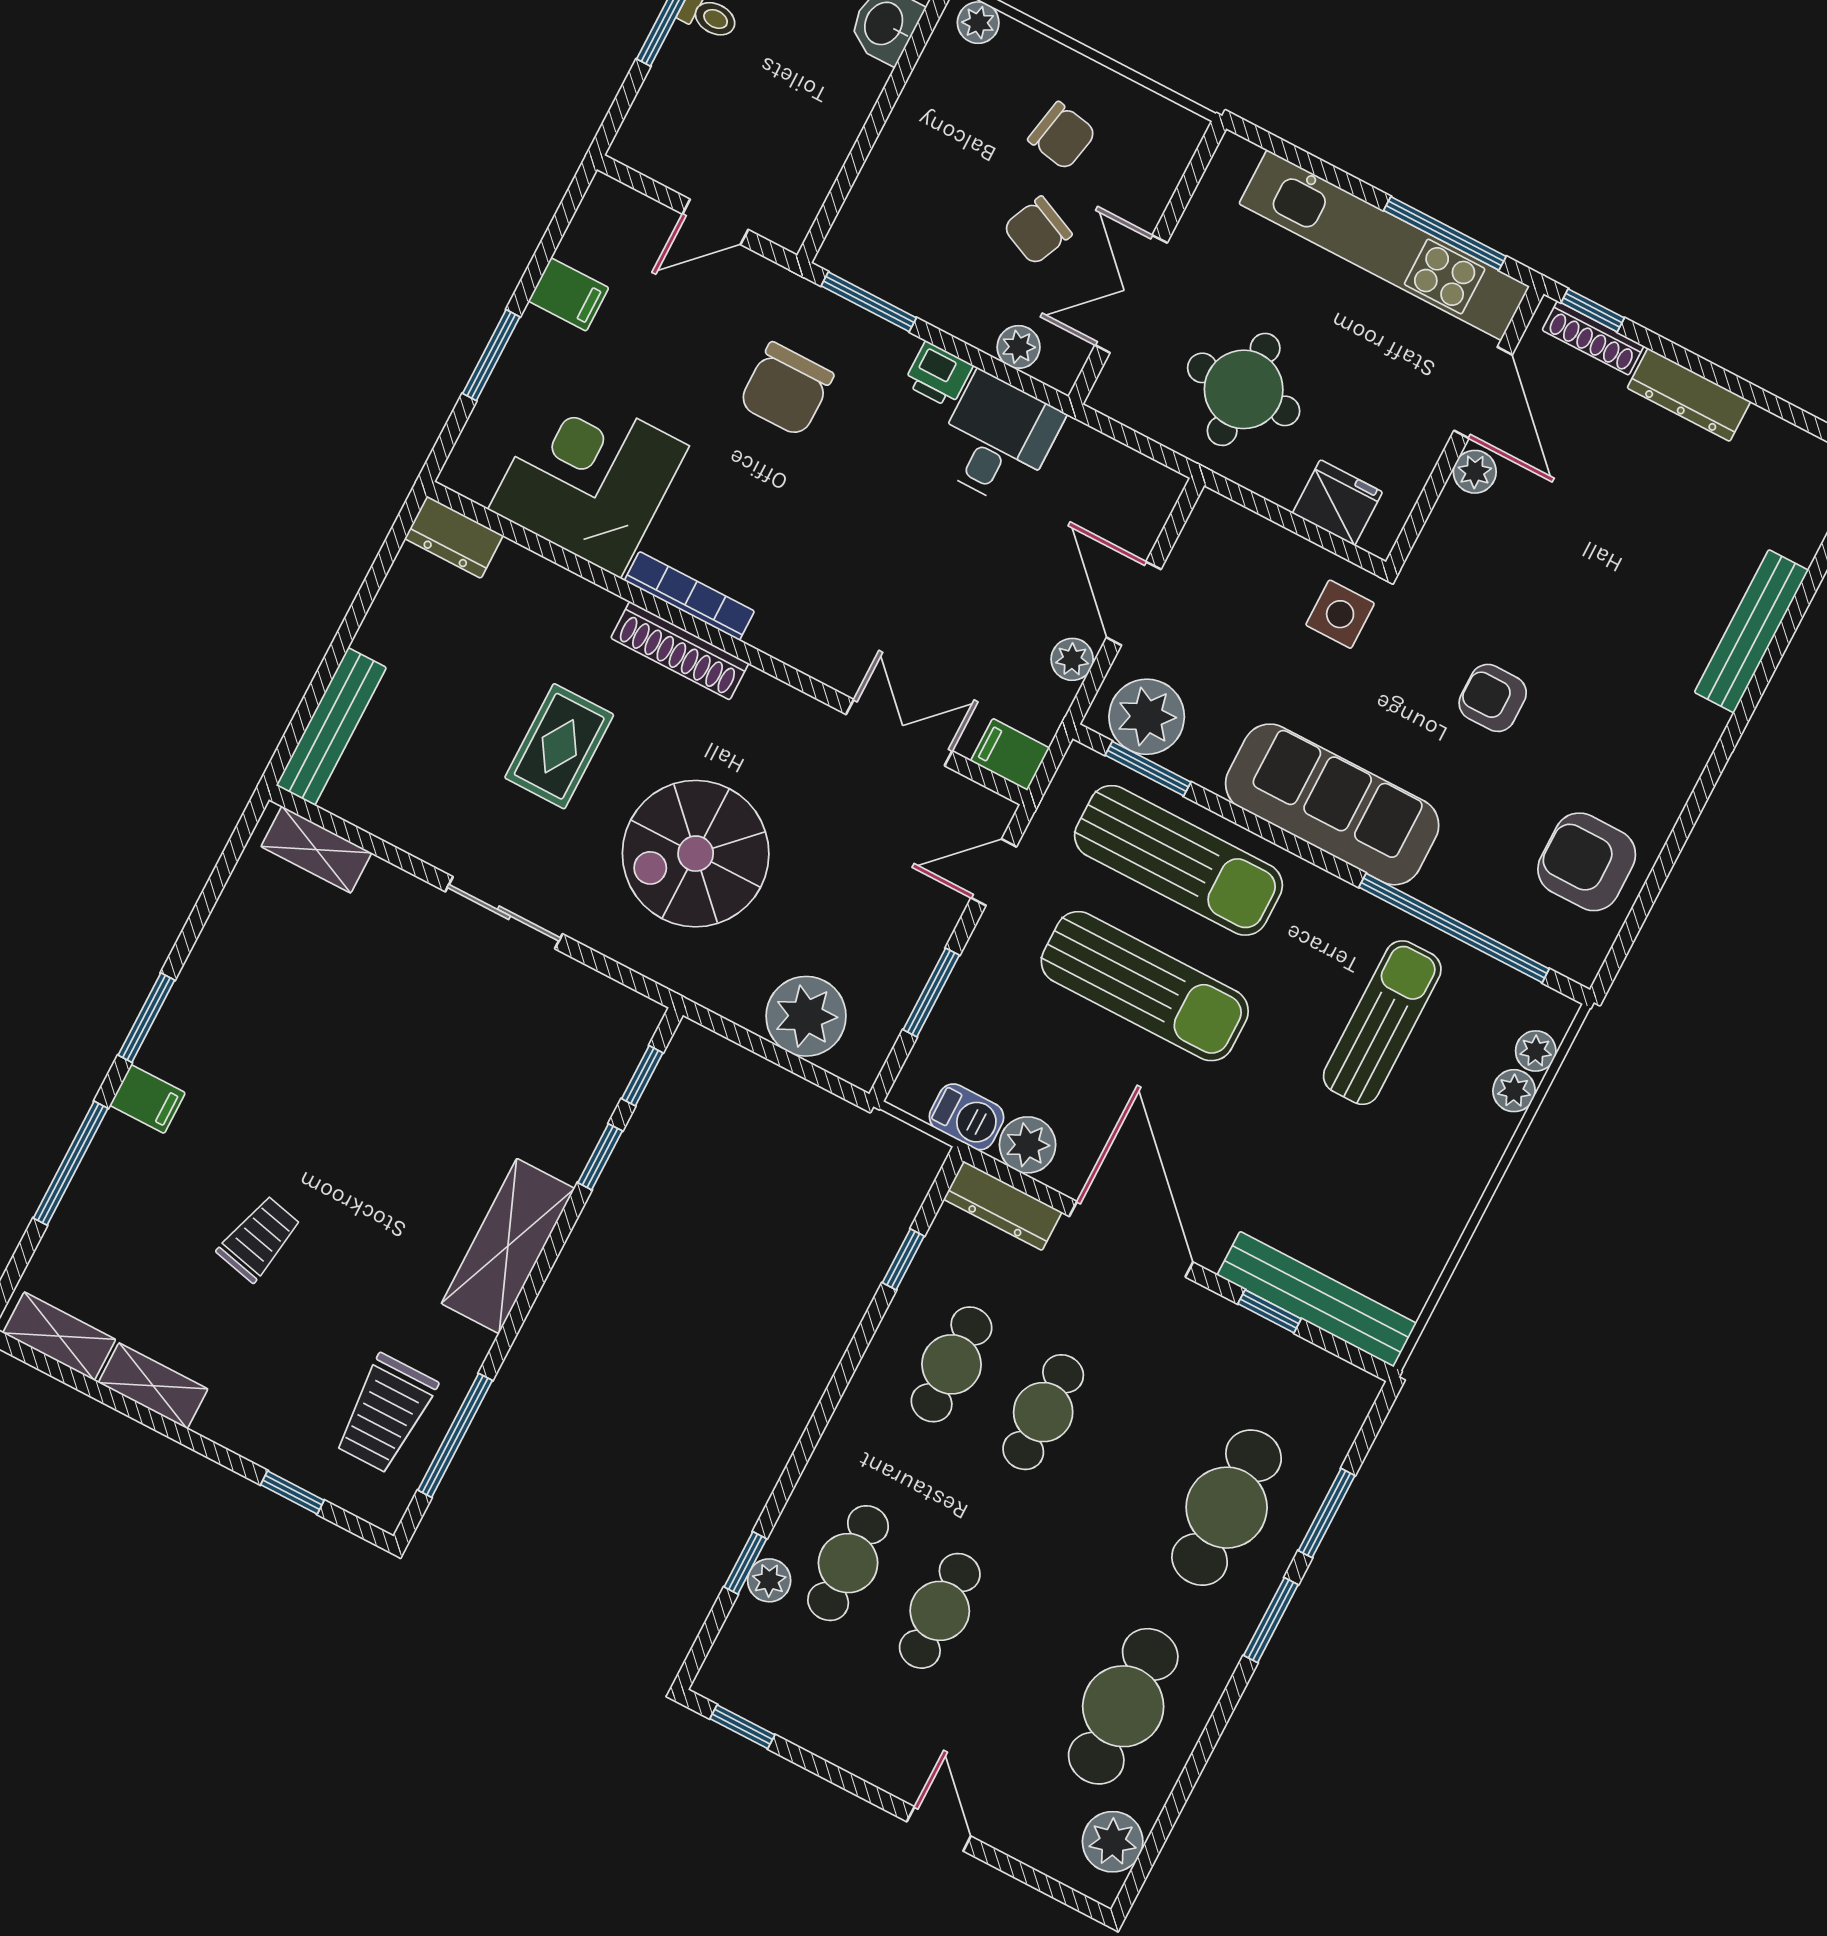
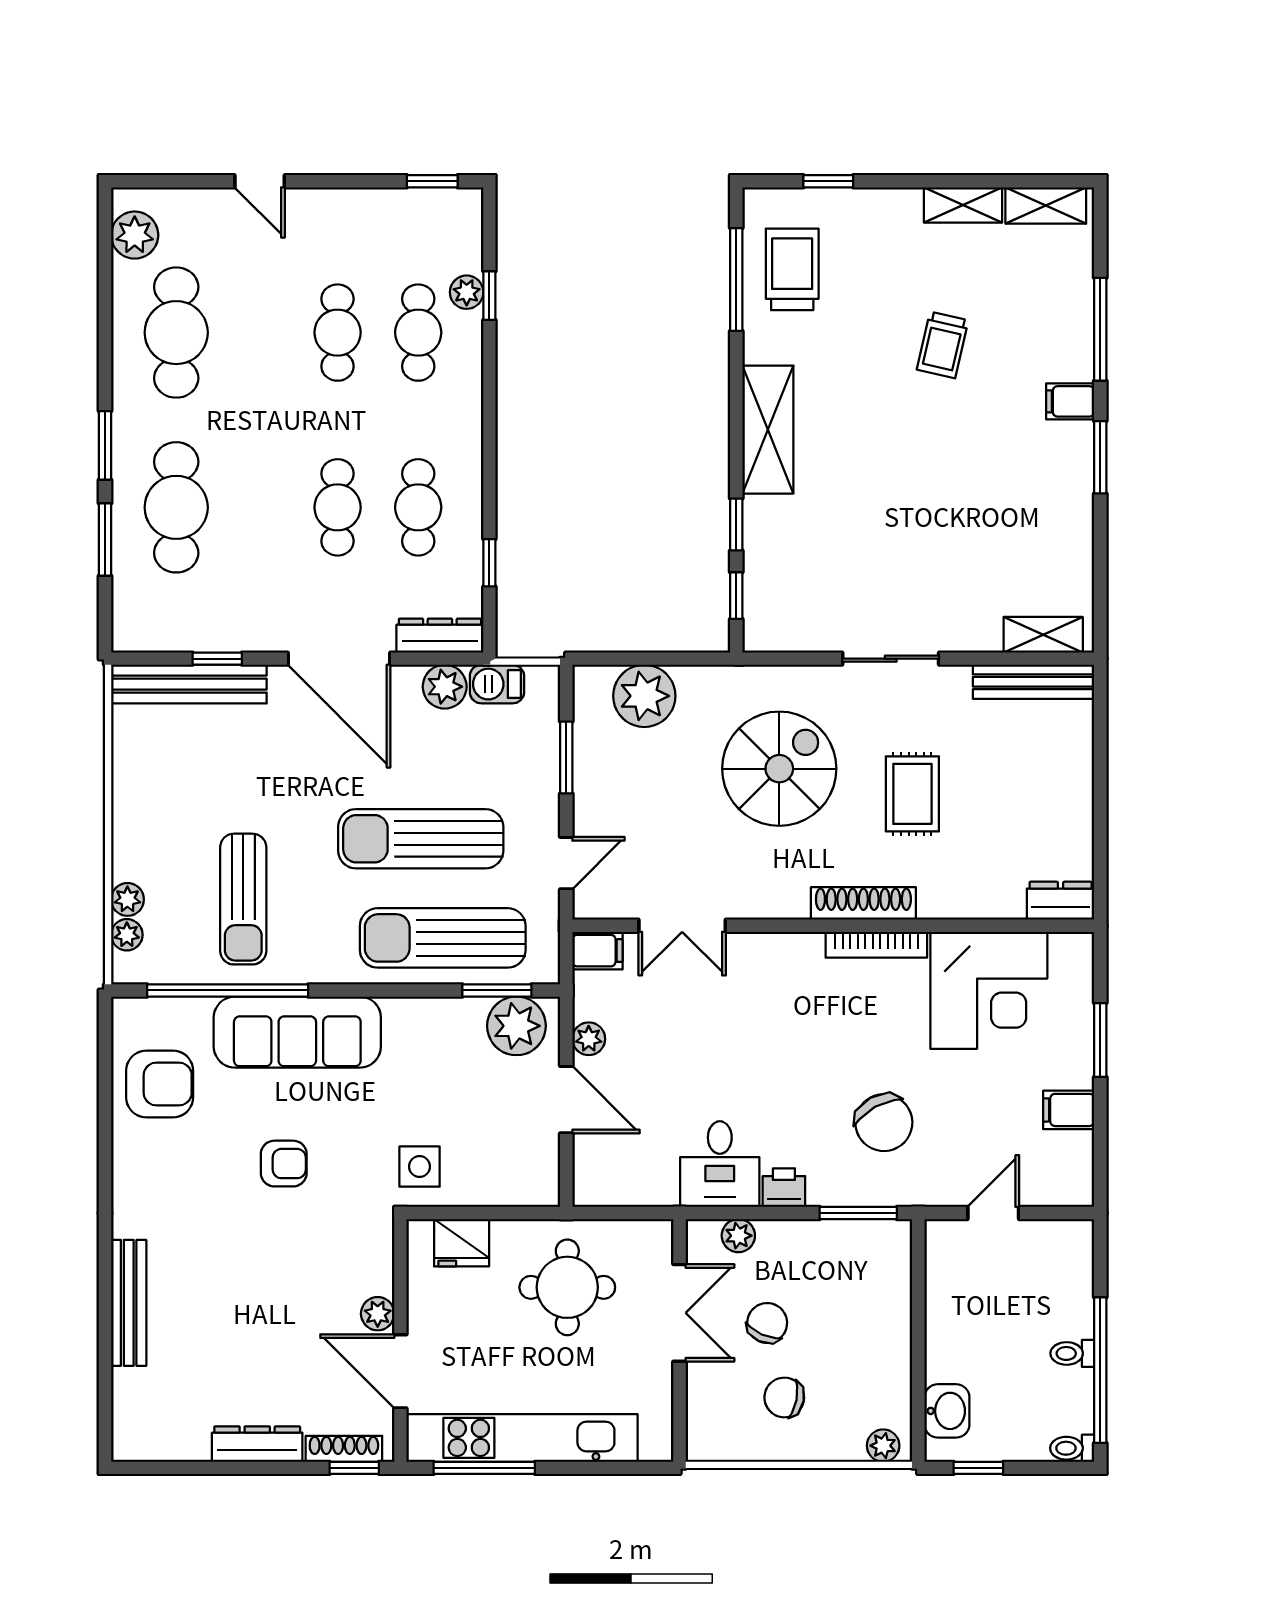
chair: (786, 389) -> (884, 1123), turned 151
bench: (331, 726) -> (1034, 682), moved, turned 90
sofa: (1332, 804) -> (297, 1032), moved

